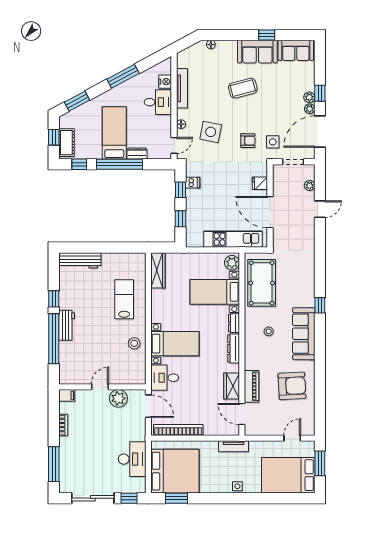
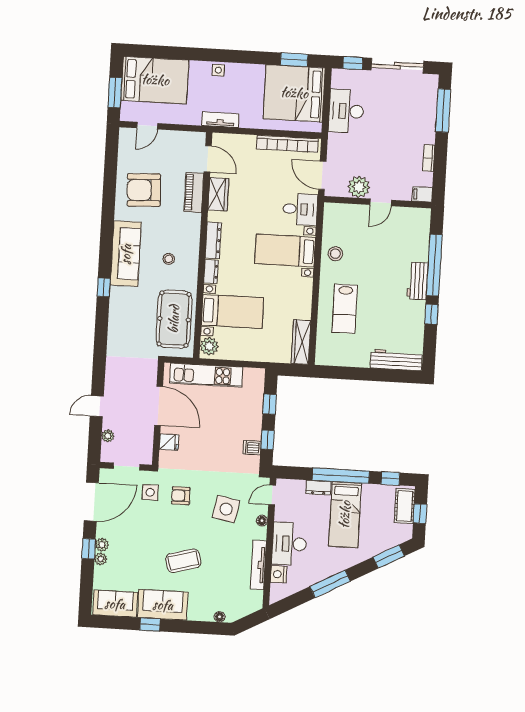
desk: (158, 102) -> (289, 544), width x1.37
plant: (310, 109) -> (101, 559), moved

